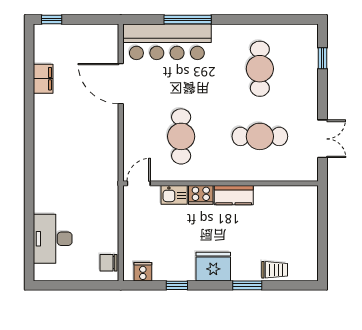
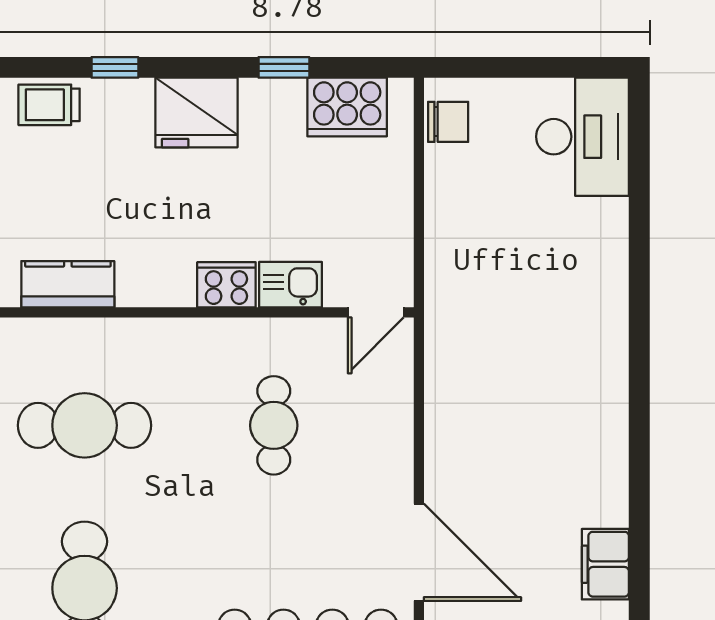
cafe table: (181, 136) -> (274, 425), width x0.73, depth x0.74
kitchen counter: (234, 195) -> (68, 284), moved
desk: (53, 239) -> (582, 137), moved
cooker: (143, 272) -> (347, 107), width x1.87, depth x1.31
window: (247, 285) -> (115, 67), width x0.67

